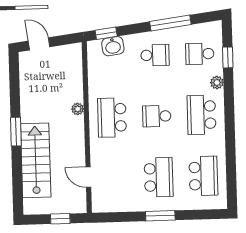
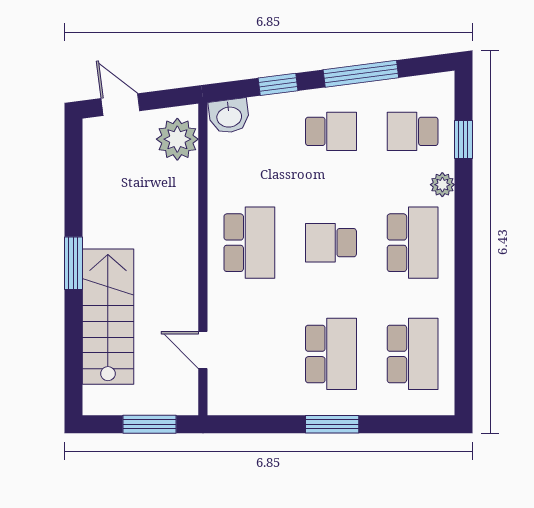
window: (106, 33) -> (278, 84), moved
washbasin: (113, 46) -> (229, 116), moved
plant: (78, 109) -> (177, 139), moved, width x1.87, depth x1.87
school desk: (202, 115) -> (413, 243), turned 180
school desk: (112, 117) -> (249, 243), turned 180
window: (60, 219) -> (150, 424), width x1.50

